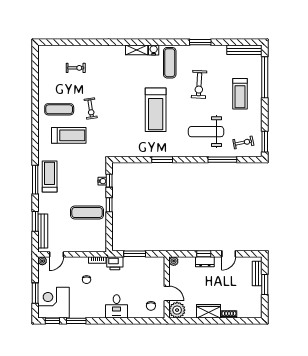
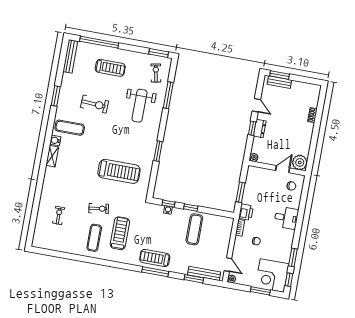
treadmill: (156, 110) -> (119, 171), moved
window: (265, 285) -> (280, 75), moved
wardrobe: (208, 311) -> (306, 134), removed

